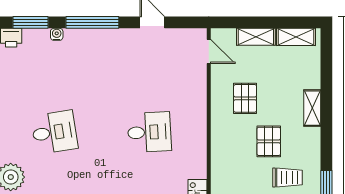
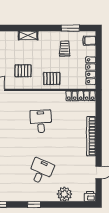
desk: (54, 132) -> (41, 171), turned 33
pallet: (269, 141) -> (52, 78), moved

